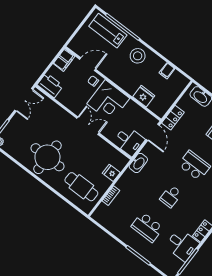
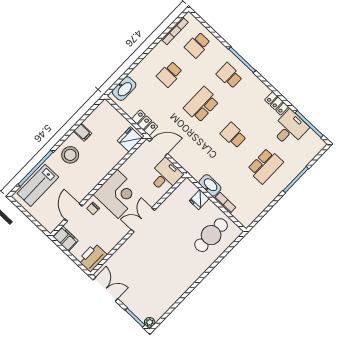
filing cabinet: (167, 71) -> (83, 132), moved
fridge: (144, 96) -> (130, 139), moved
round table: (47, 157) -> (173, 270), removed
washbasin: (138, 163) -> (210, 185), moved
school desk: (171, 196) -> (233, 135), turned 180

